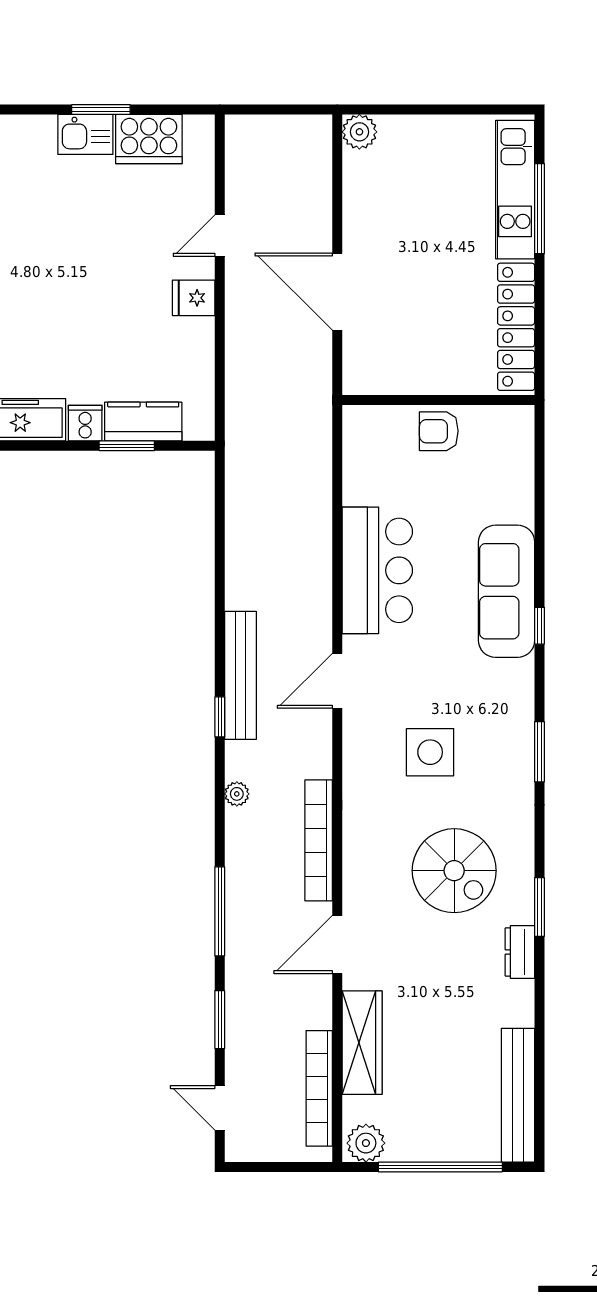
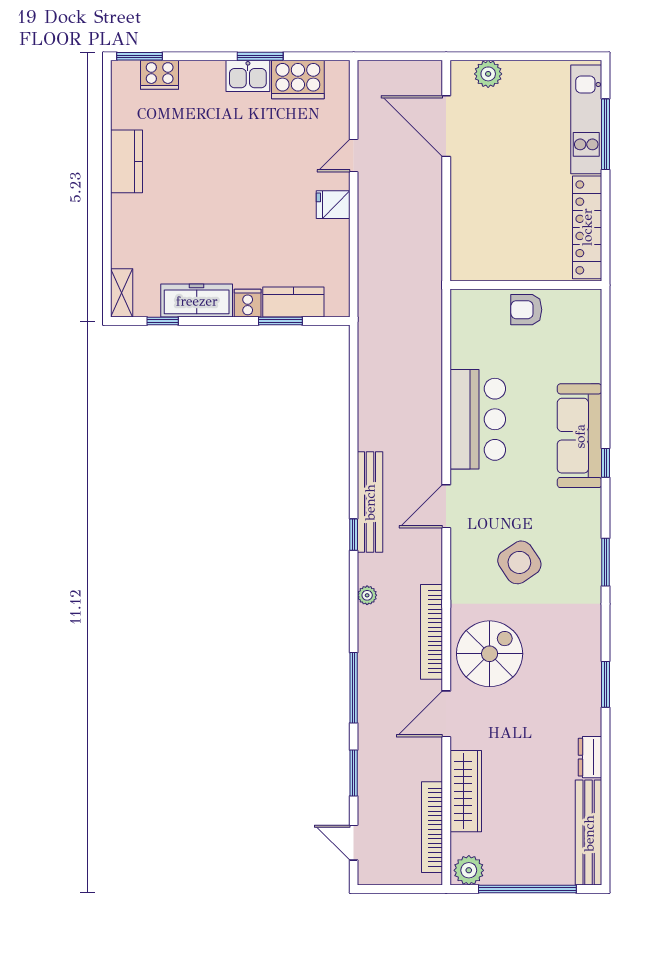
plant: (359, 132) -> (488, 74), moved
door: (337, 292) -> (446, 126), moved
side table: (430, 752) -> (519, 562), turned -34
spiral stairs: (454, 871) -> (490, 654), moved, turned -90
dresser: (520, 952) -> (590, 757), moved

